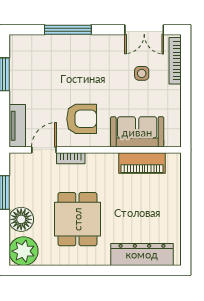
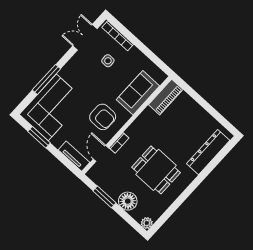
double door: (144, 30) -> (85, 37), swing flipped
corner sofa: (46, 60) -> (52, 107), added
armchair: (82, 119) -> (103, 117), turned 90
piano: (142, 163) -> (166, 97), moved
plant: (23, 251) -> (147, 223), width x0.53, depth x0.53

